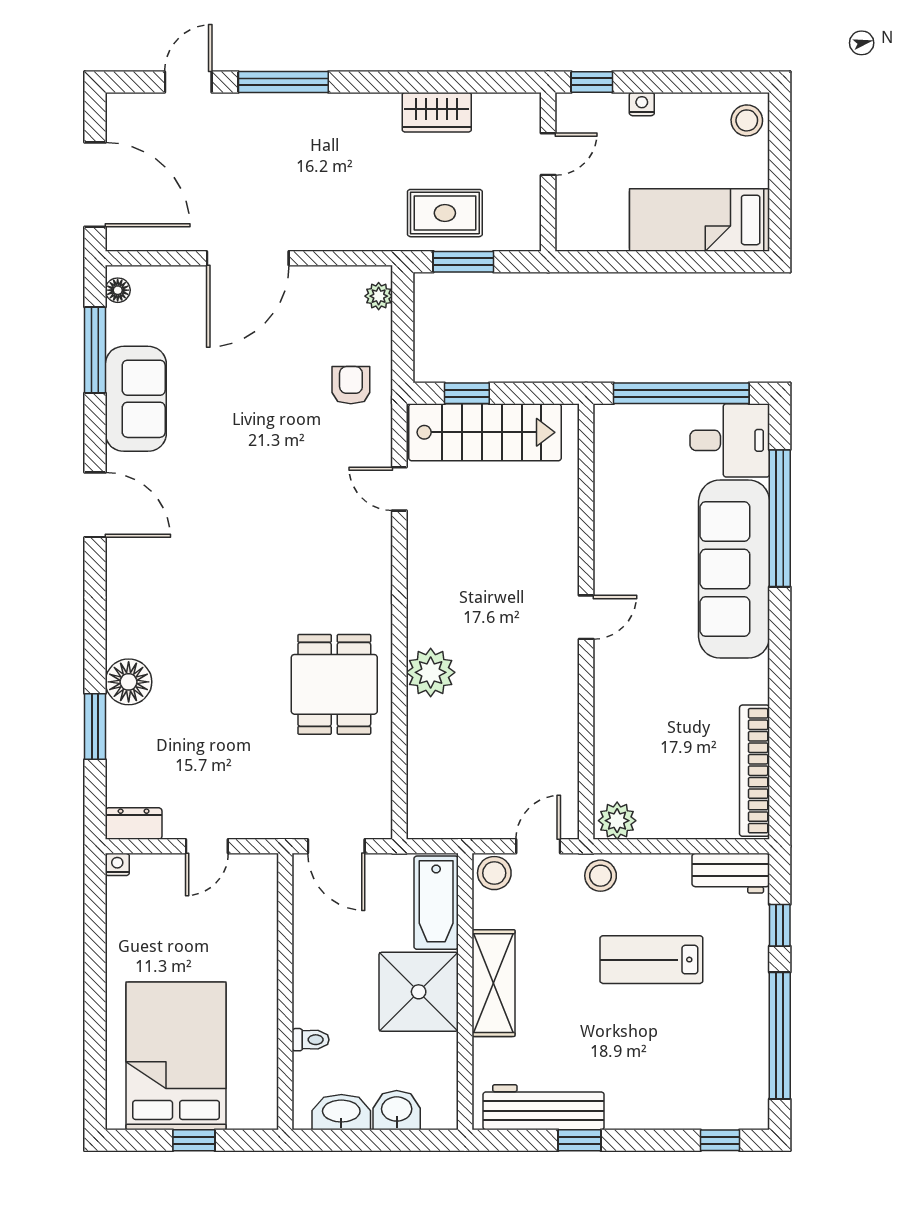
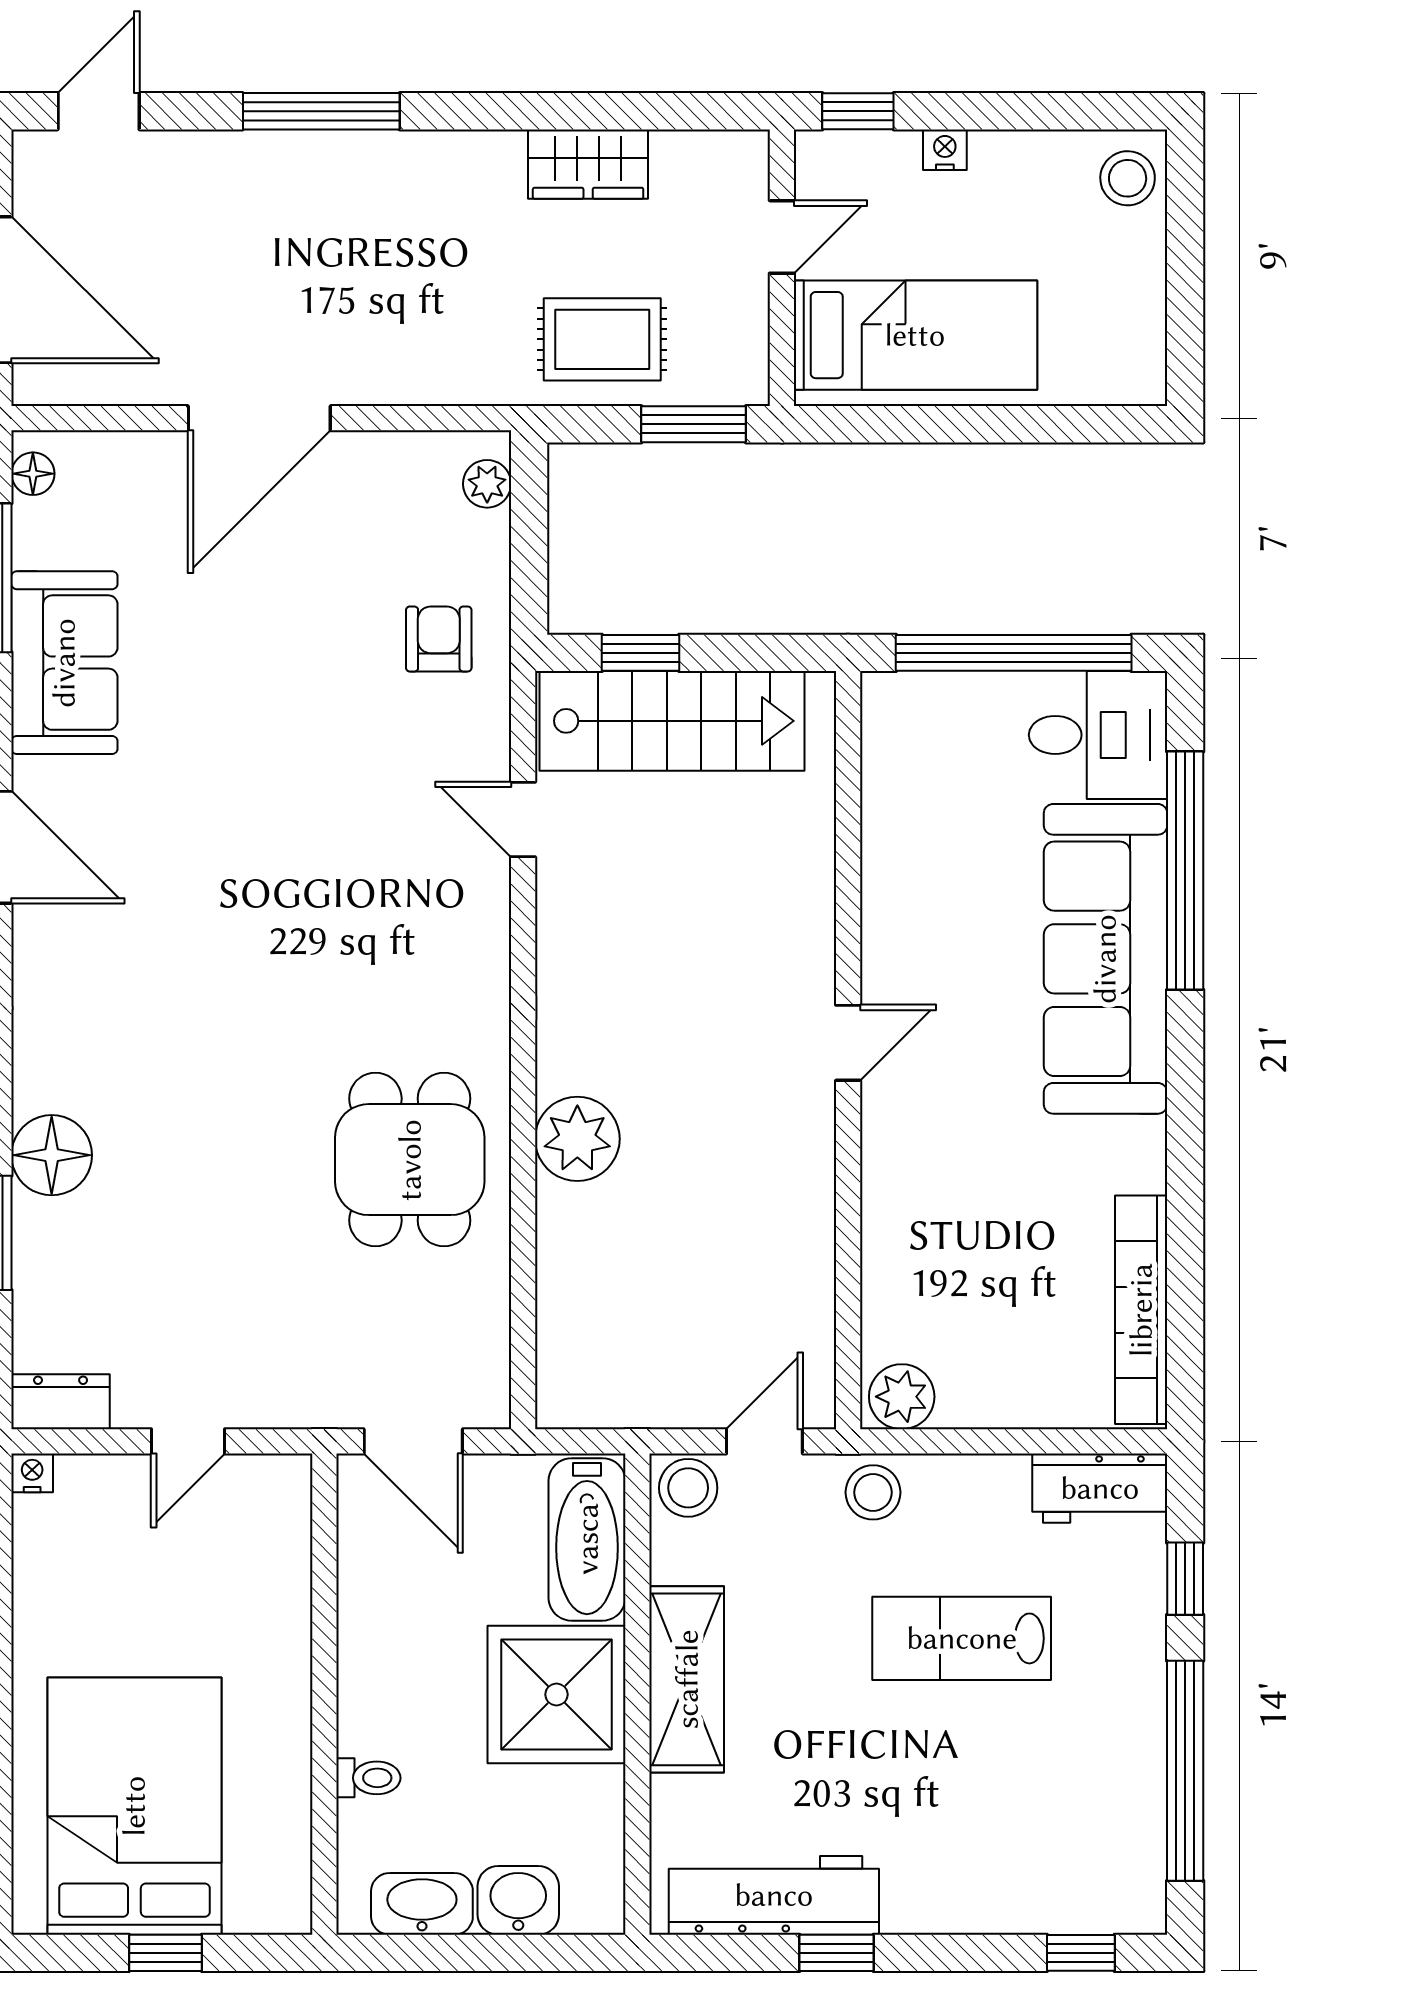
door: (188, 82) -> (99, 111), moved
bed: (700, 220) -> (915, 335), moved, turned 180
window: (463, 262) -> (694, 424), moved

